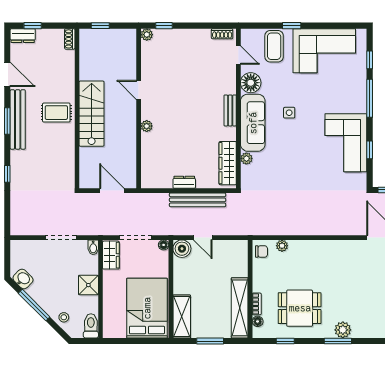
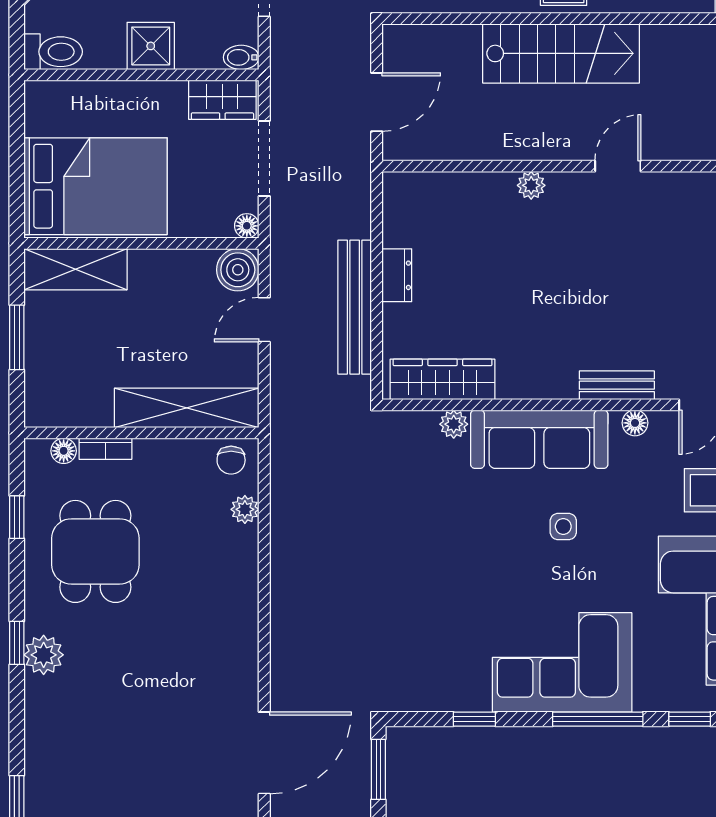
floor lamp: (251, 83) -> (635, 423), width x0.53, depth x0.53
bench: (230, 110) -> (617, 385), moved
corner sofa: (346, 143) -> (562, 662), moved
shelving: (240, 308) -> (187, 408), moved
window: (338, 341) -> (17, 643), width x0.67

